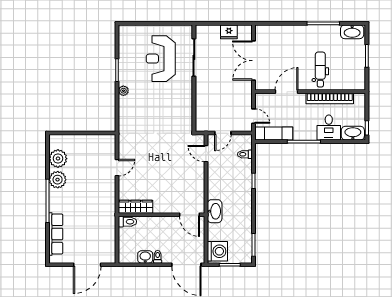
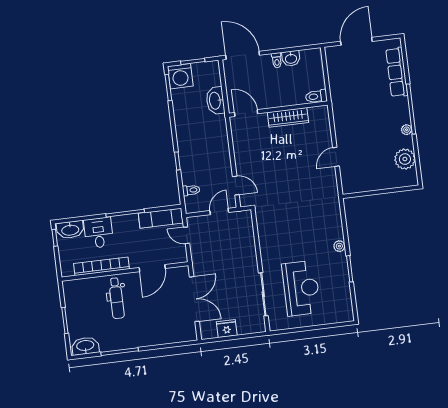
plant: (58, 180) -> (406, 130), width x0.53, depth x0.53
wardrobe: (136, 207) -> (288, 117), moved
washbasin: (215, 211) -> (215, 101), moved
washing machine: (217, 251) -> (180, 76), moved, turned -90

